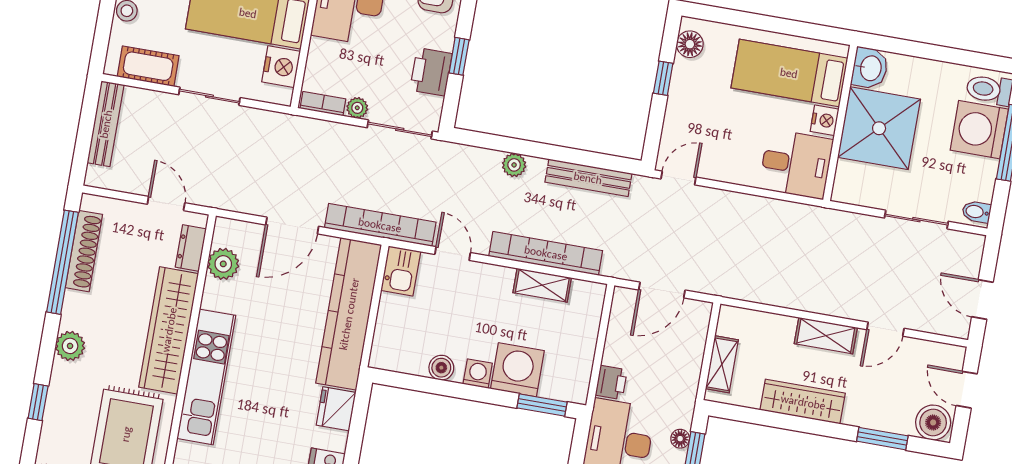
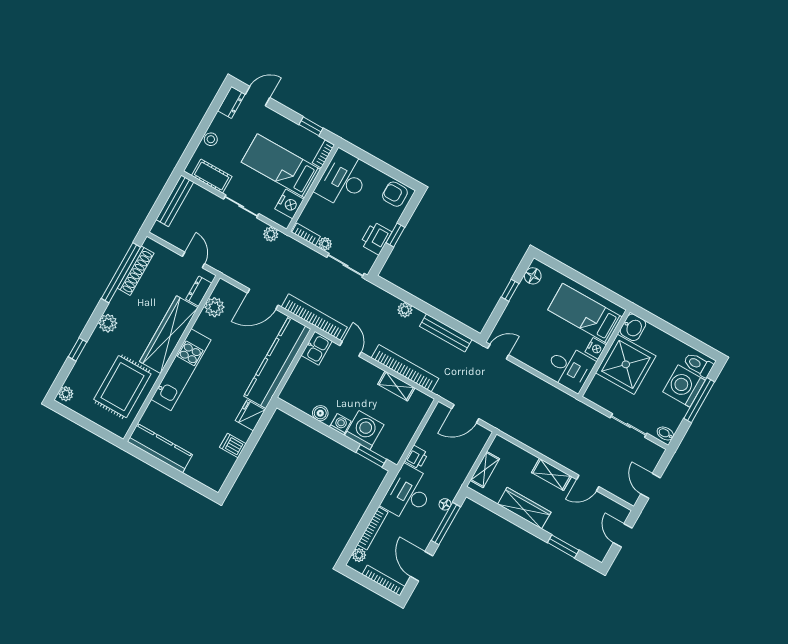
plant: (269, 122) -> (271, 234), added
boiler: (933, 422) -> (596, 547), removed

